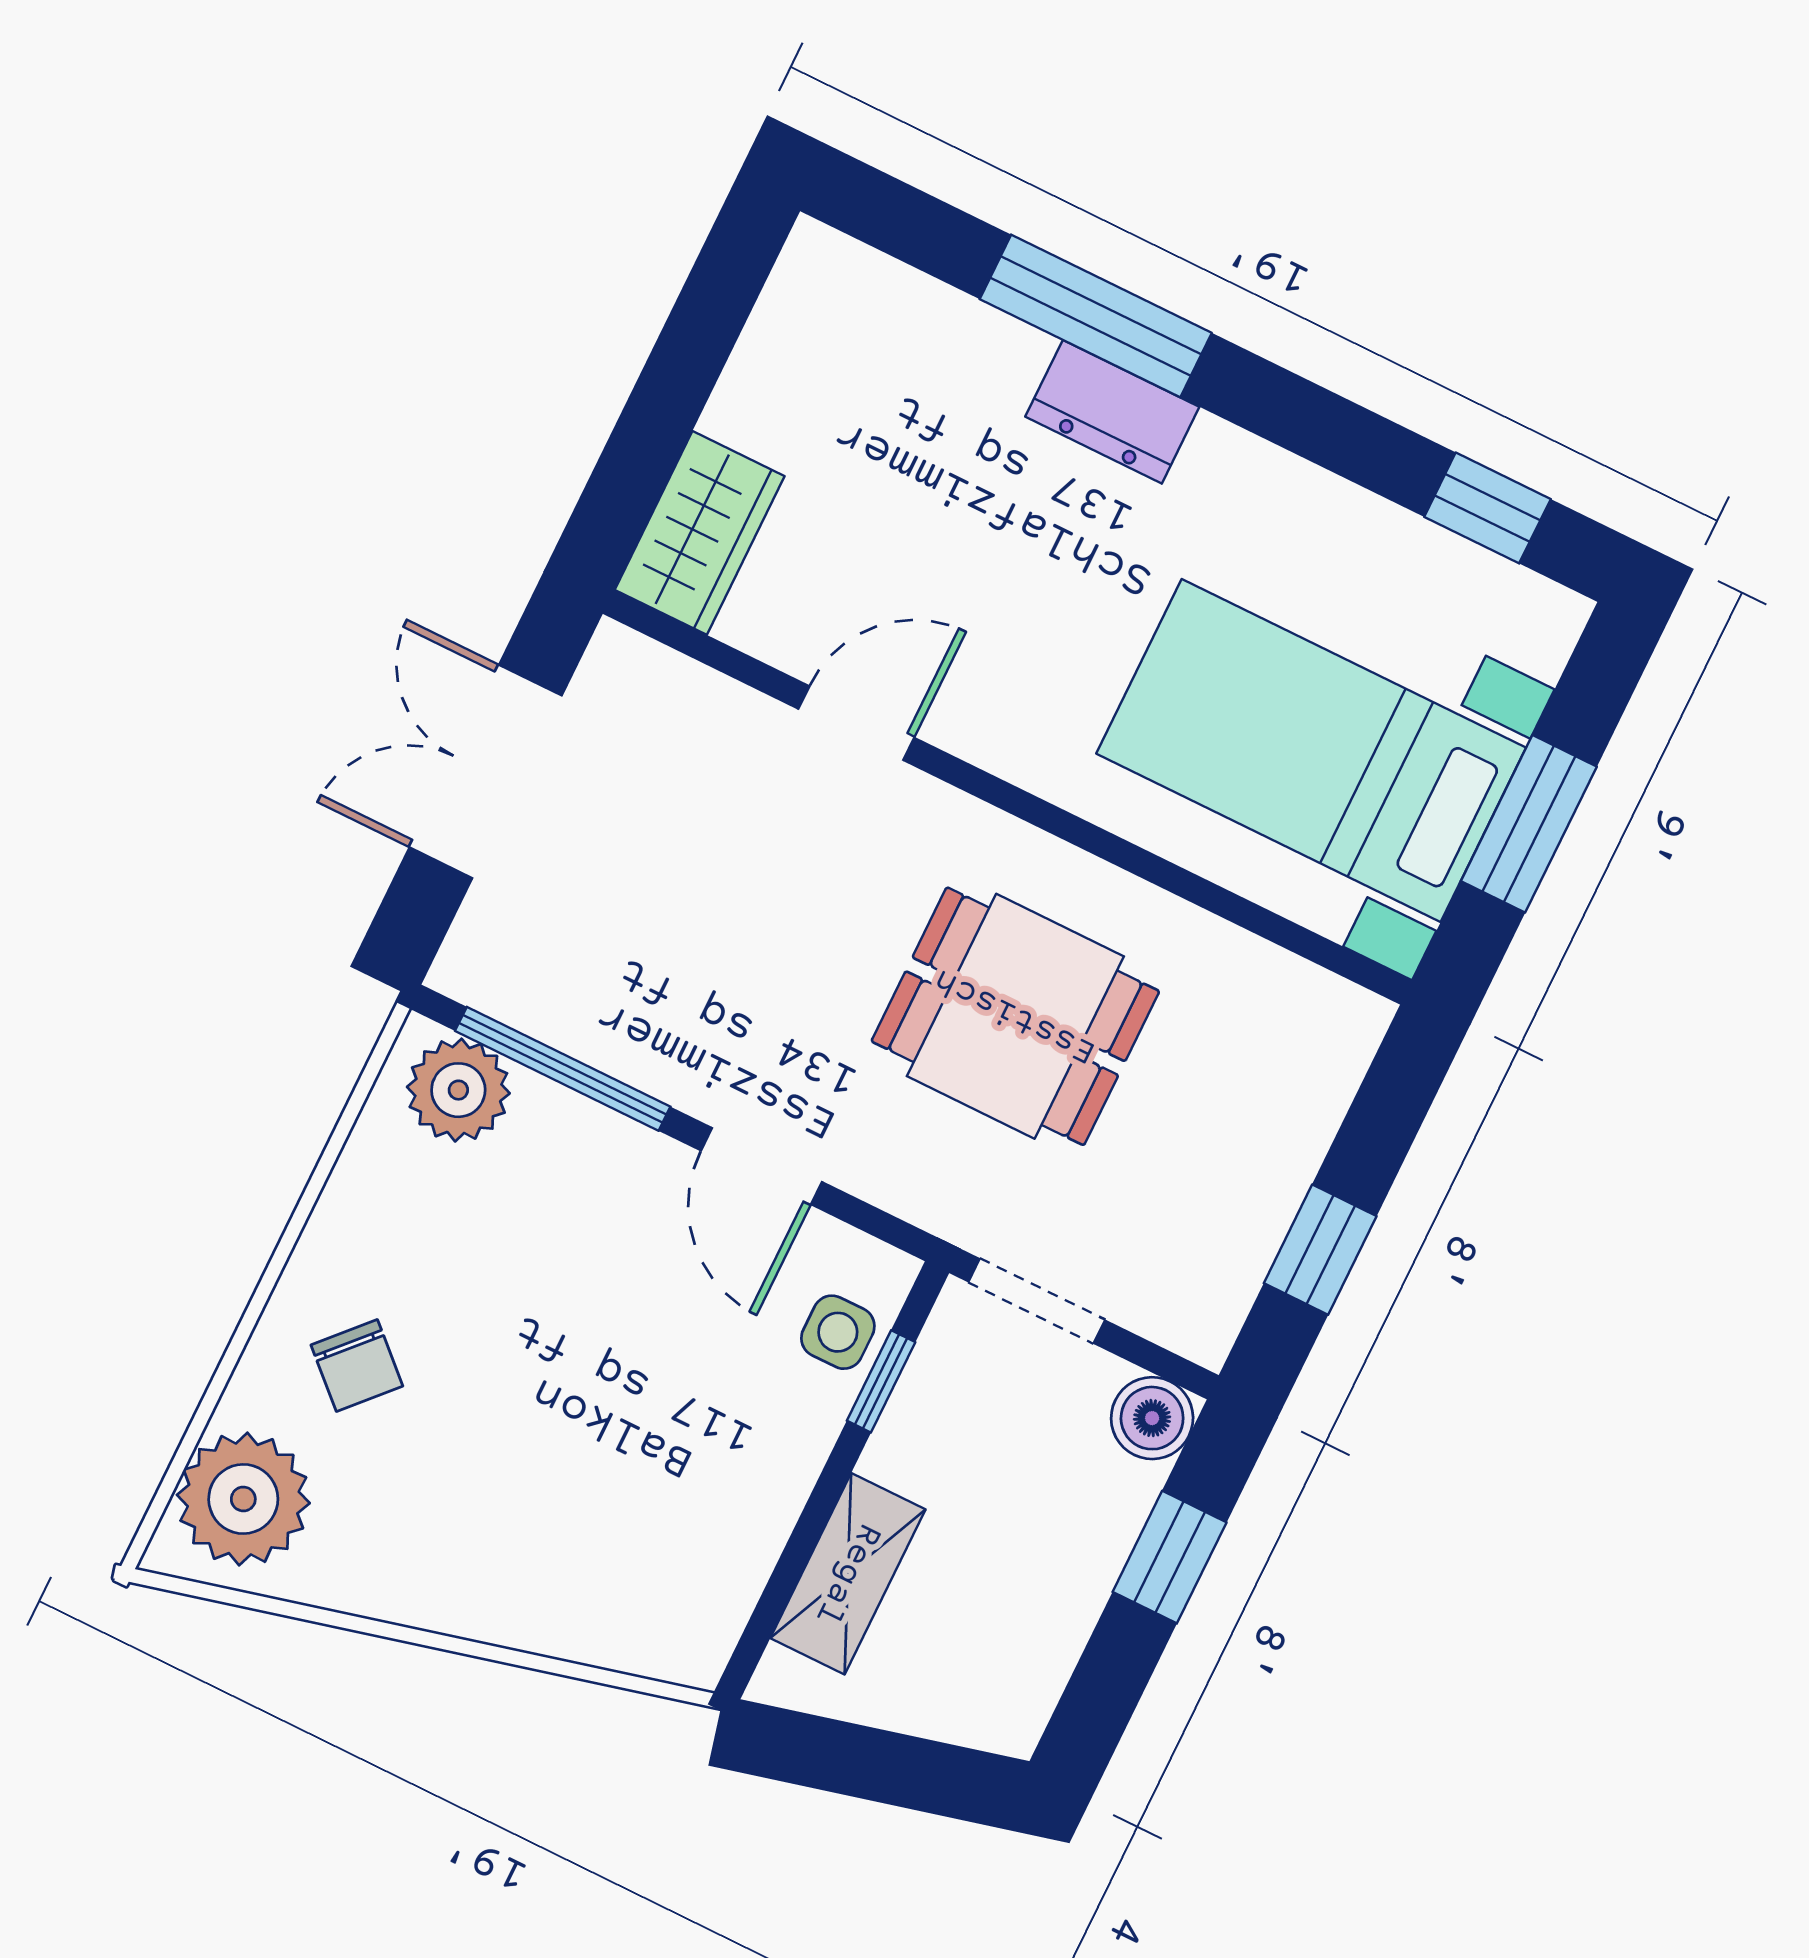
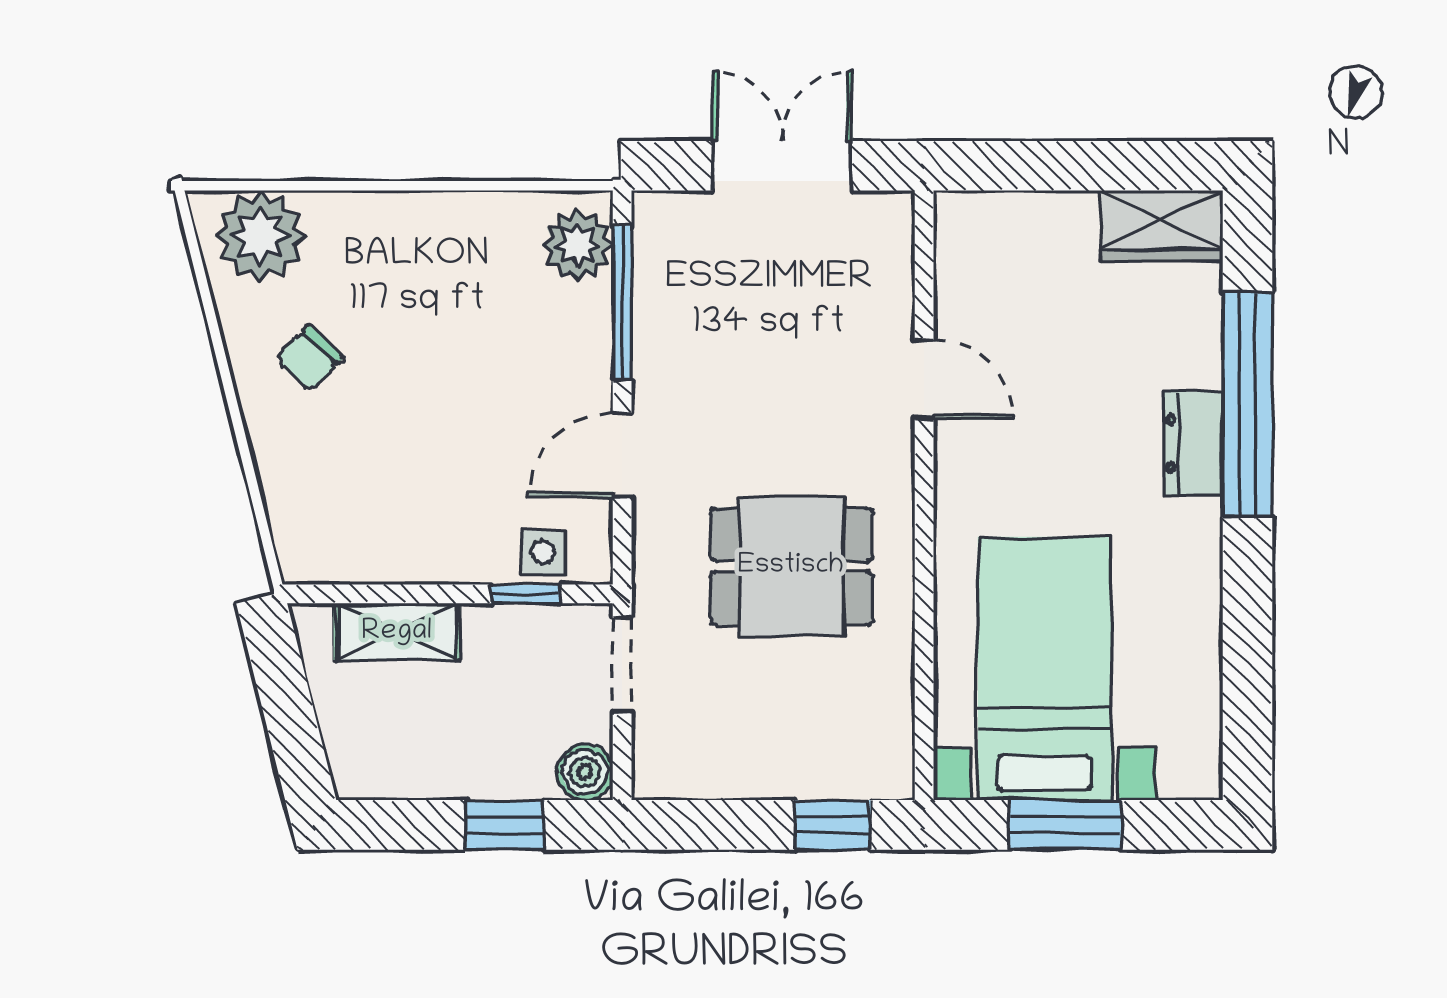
window: (1096, 316) -> (1248, 404), width x1.46
window: (1487, 508) -> (1248, 704), removed
wardrobe: (700, 533) -> (1161, 226), moved
dining table: (1015, 1016) -> (791, 566), turned 90
window: (1320, 1250) -> (833, 825), moved
chair: (357, 1366) -> (309, 358), moved

